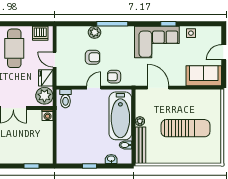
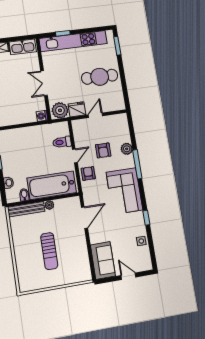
dishwasher: (40, 33) -> (117, 99), removed
corner sofa: (157, 42) -> (124, 191), moved
door: (94, 88) -> (75, 156), hinge flipped
toilet: (65, 99) -> (62, 142), moved
sun lounger: (186, 128) -> (49, 251), width x0.73, depth x0.75

